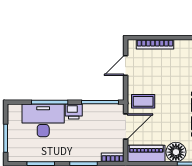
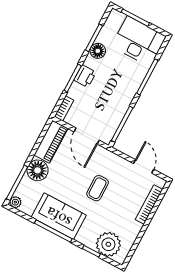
coffee table: (143, 101) -> (98, 188), moved
printer: (74, 112) -> (85, 76), moved, turned 180
desk: (43, 120) -> (139, 41), moved, turned -90
floor lamp: (50, 155) -> (98, 51), added

